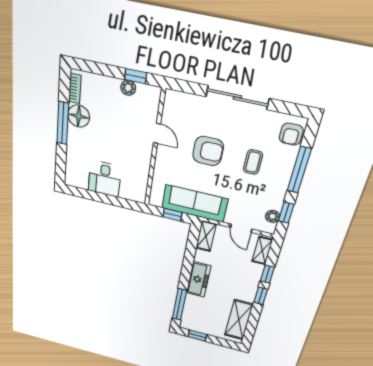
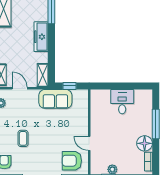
window: (63, 123) -> (156, 124), moved
armchair: (208, 151) -> (72, 161), moved
sofa: (195, 203) -> (55, 99), width x0.73

